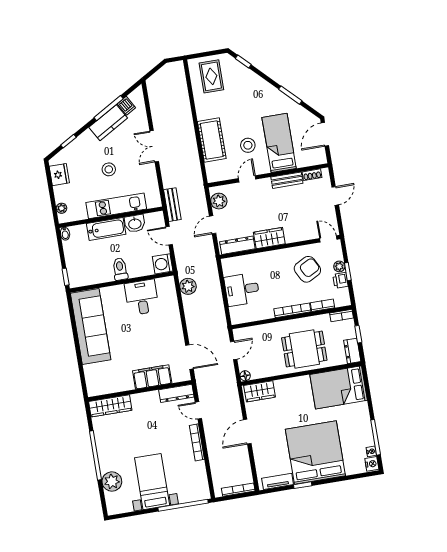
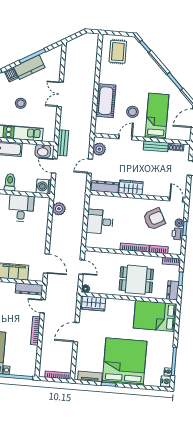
dishwasher: (126, 106) -> (11, 75), moved
washbasin: (135, 224) -> (43, 151), moved
door: (234, 350) -> (82, 267), hinge flipped

